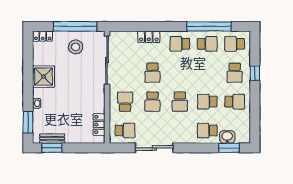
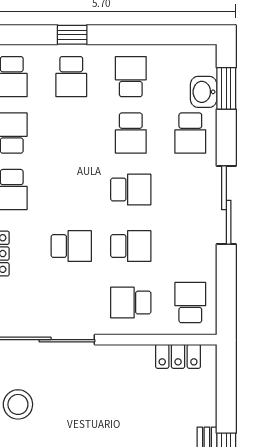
school desk: (235, 73) -> (71, 77), turned 90
sliding door: (154, 148) -> (226, 205), moved

